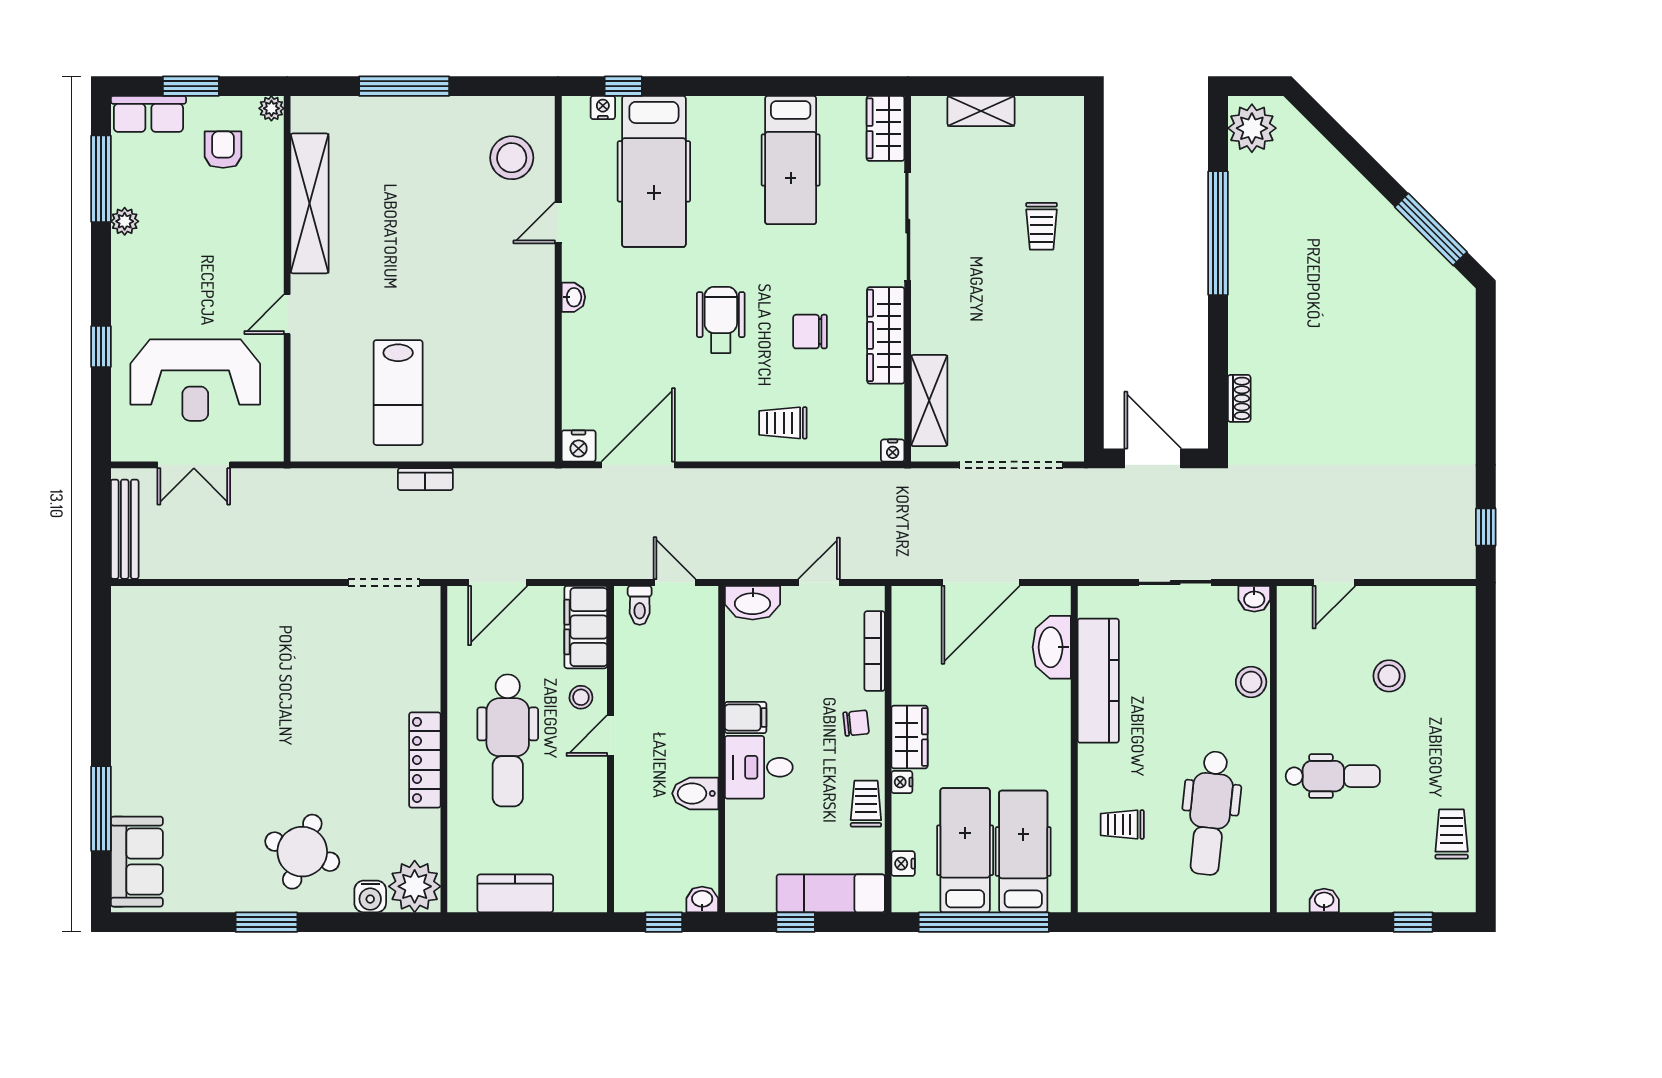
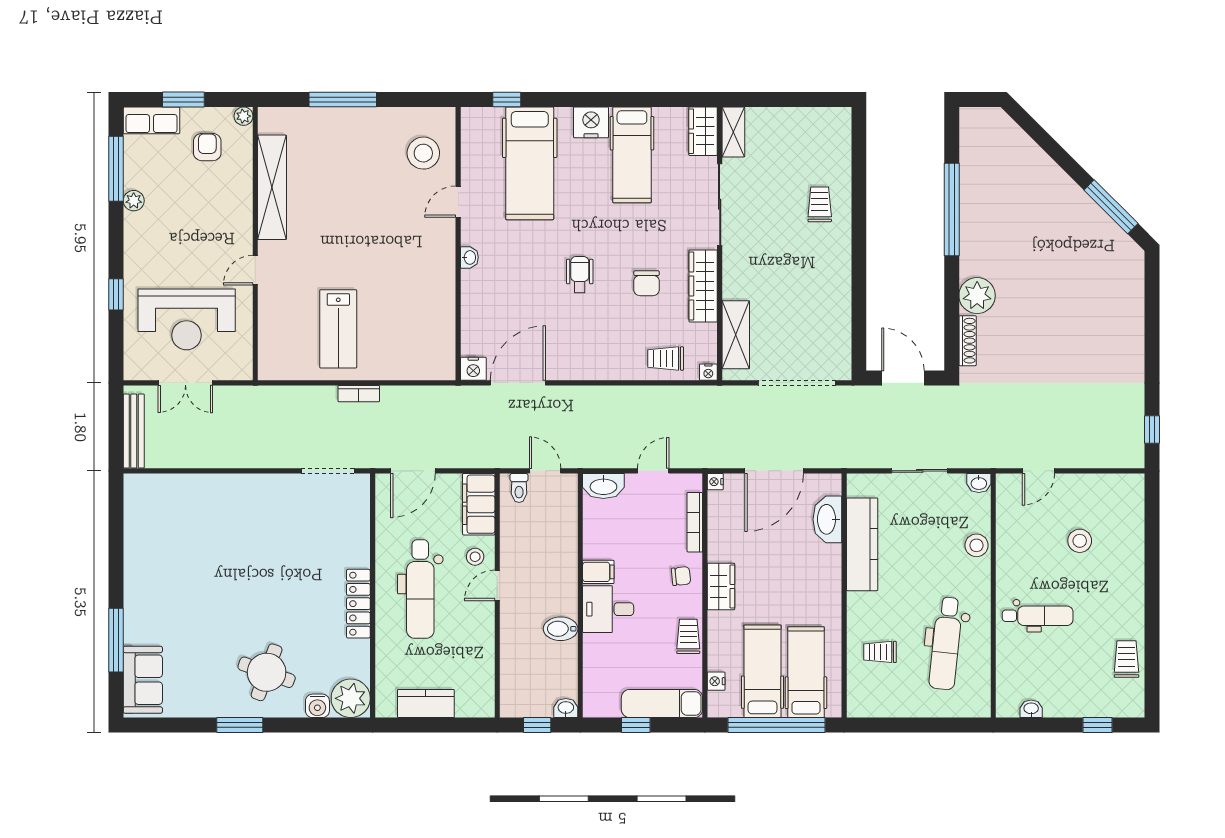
nightstand: (603, 107) -> (591, 122), moved, width x1.89, depth x1.79
shelving: (981, 111) -> (733, 132), moved, turned 90
plant: (1252, 128) -> (977, 296), moved
trolley: (1042, 226) -> (820, 204), turned 180
wheelchair: (721, 320) -> (580, 274), width x0.73, depth x0.73
chair: (810, 332) -> (647, 283), turned -90
shoe rack: (1239, 398) -> (968, 341), width x1.43
trolley: (783, 423) -> (666, 359), moved
nightstand: (902, 782) -> (715, 482), moved

